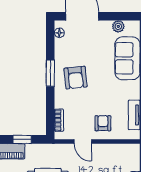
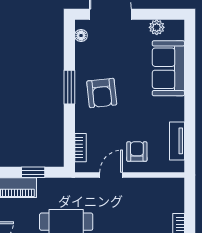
door: (83, 141) -> (111, 175), swing flipped

